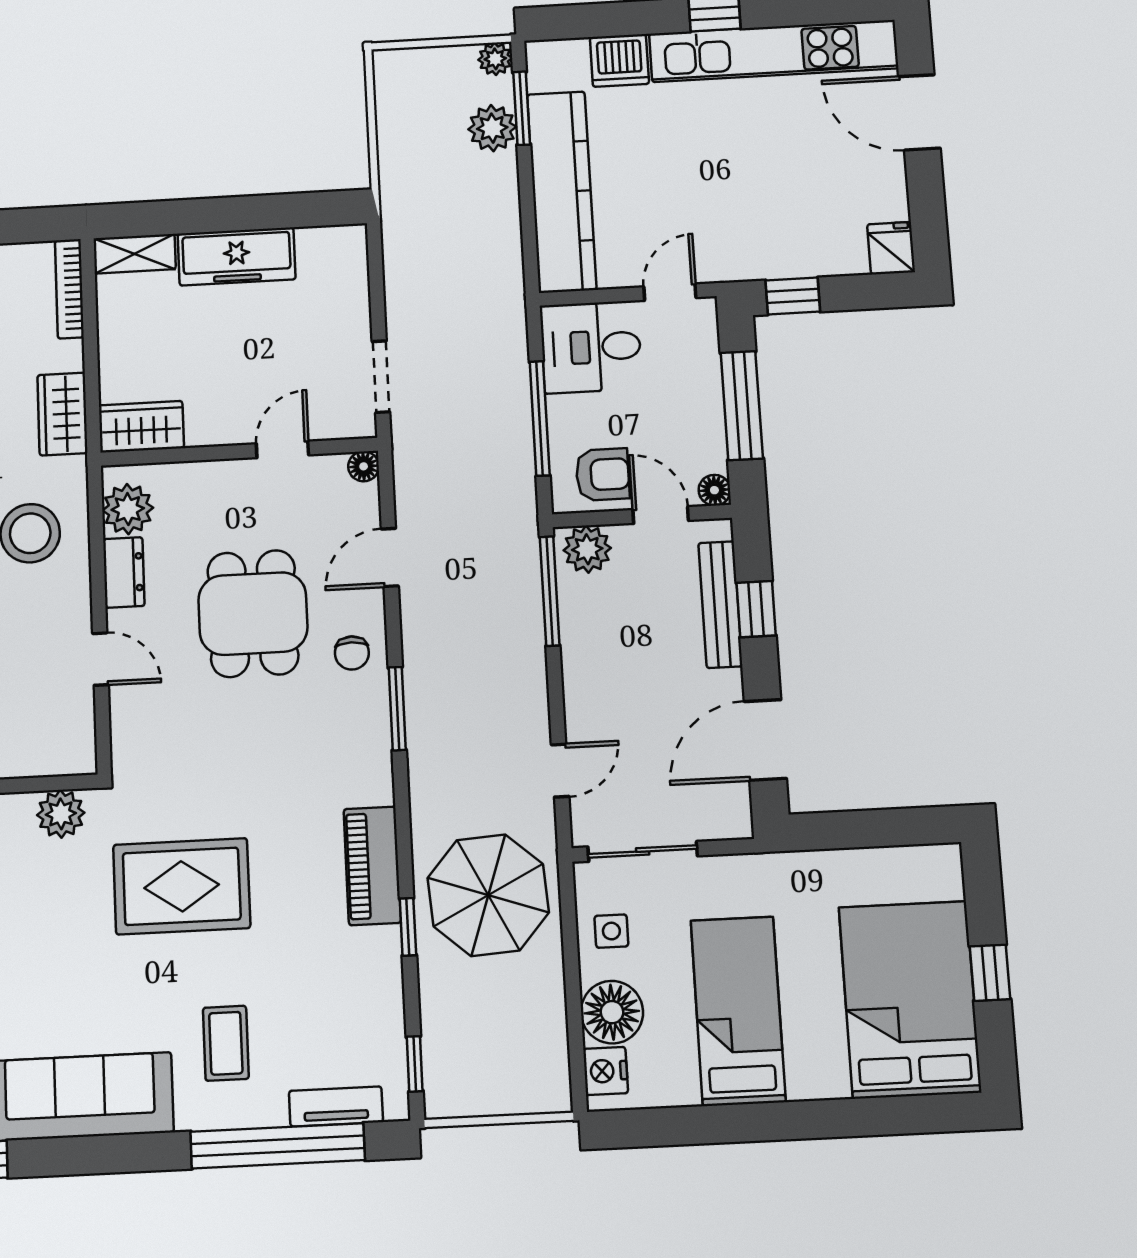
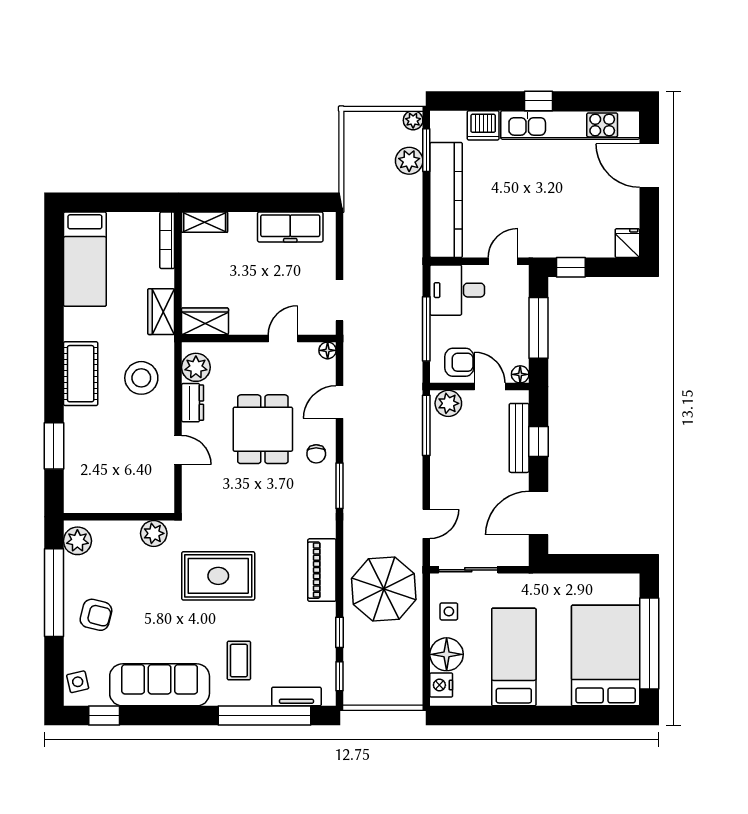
freezer: (237, 256) -> (290, 227), moved
window: (408, 927) -> (340, 632), moved
window: (990, 973) -> (649, 644), width x3.17

